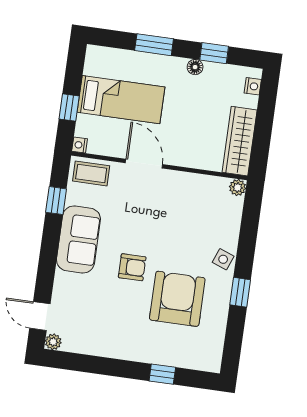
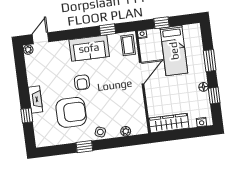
plant: (238, 187) -> (126, 131), moved
fireplace: (139, 352) -> (35, 99), added

